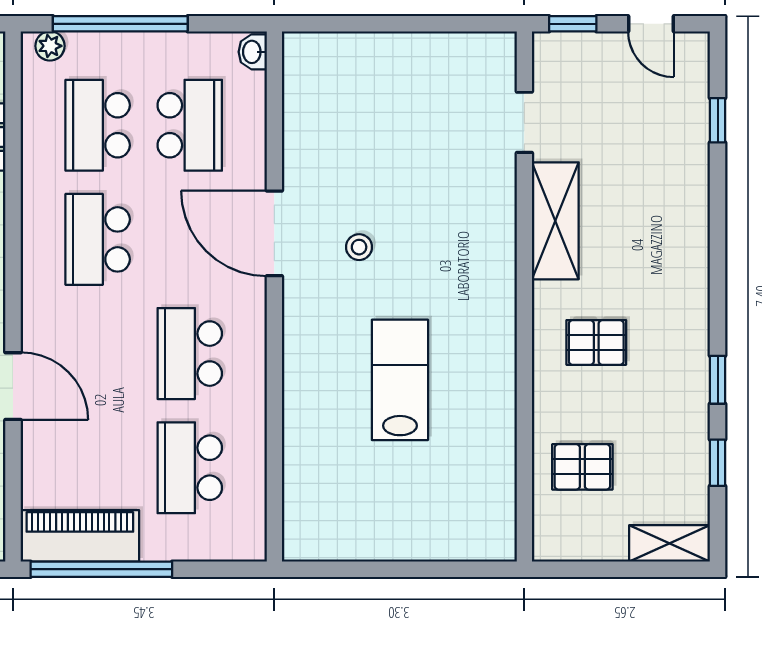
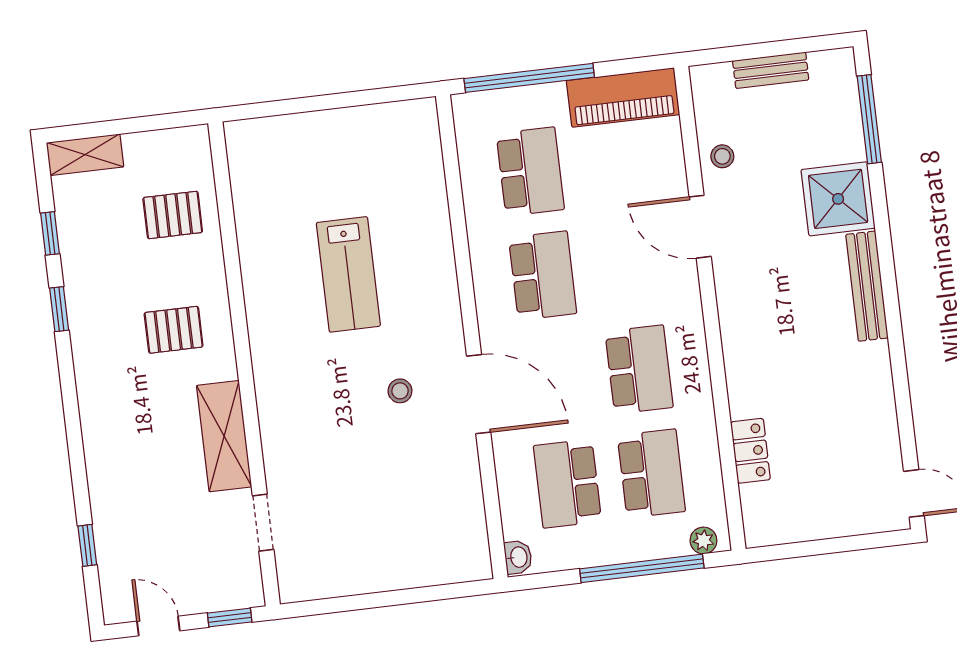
window: (101, 569) -> (529, 78), moved

